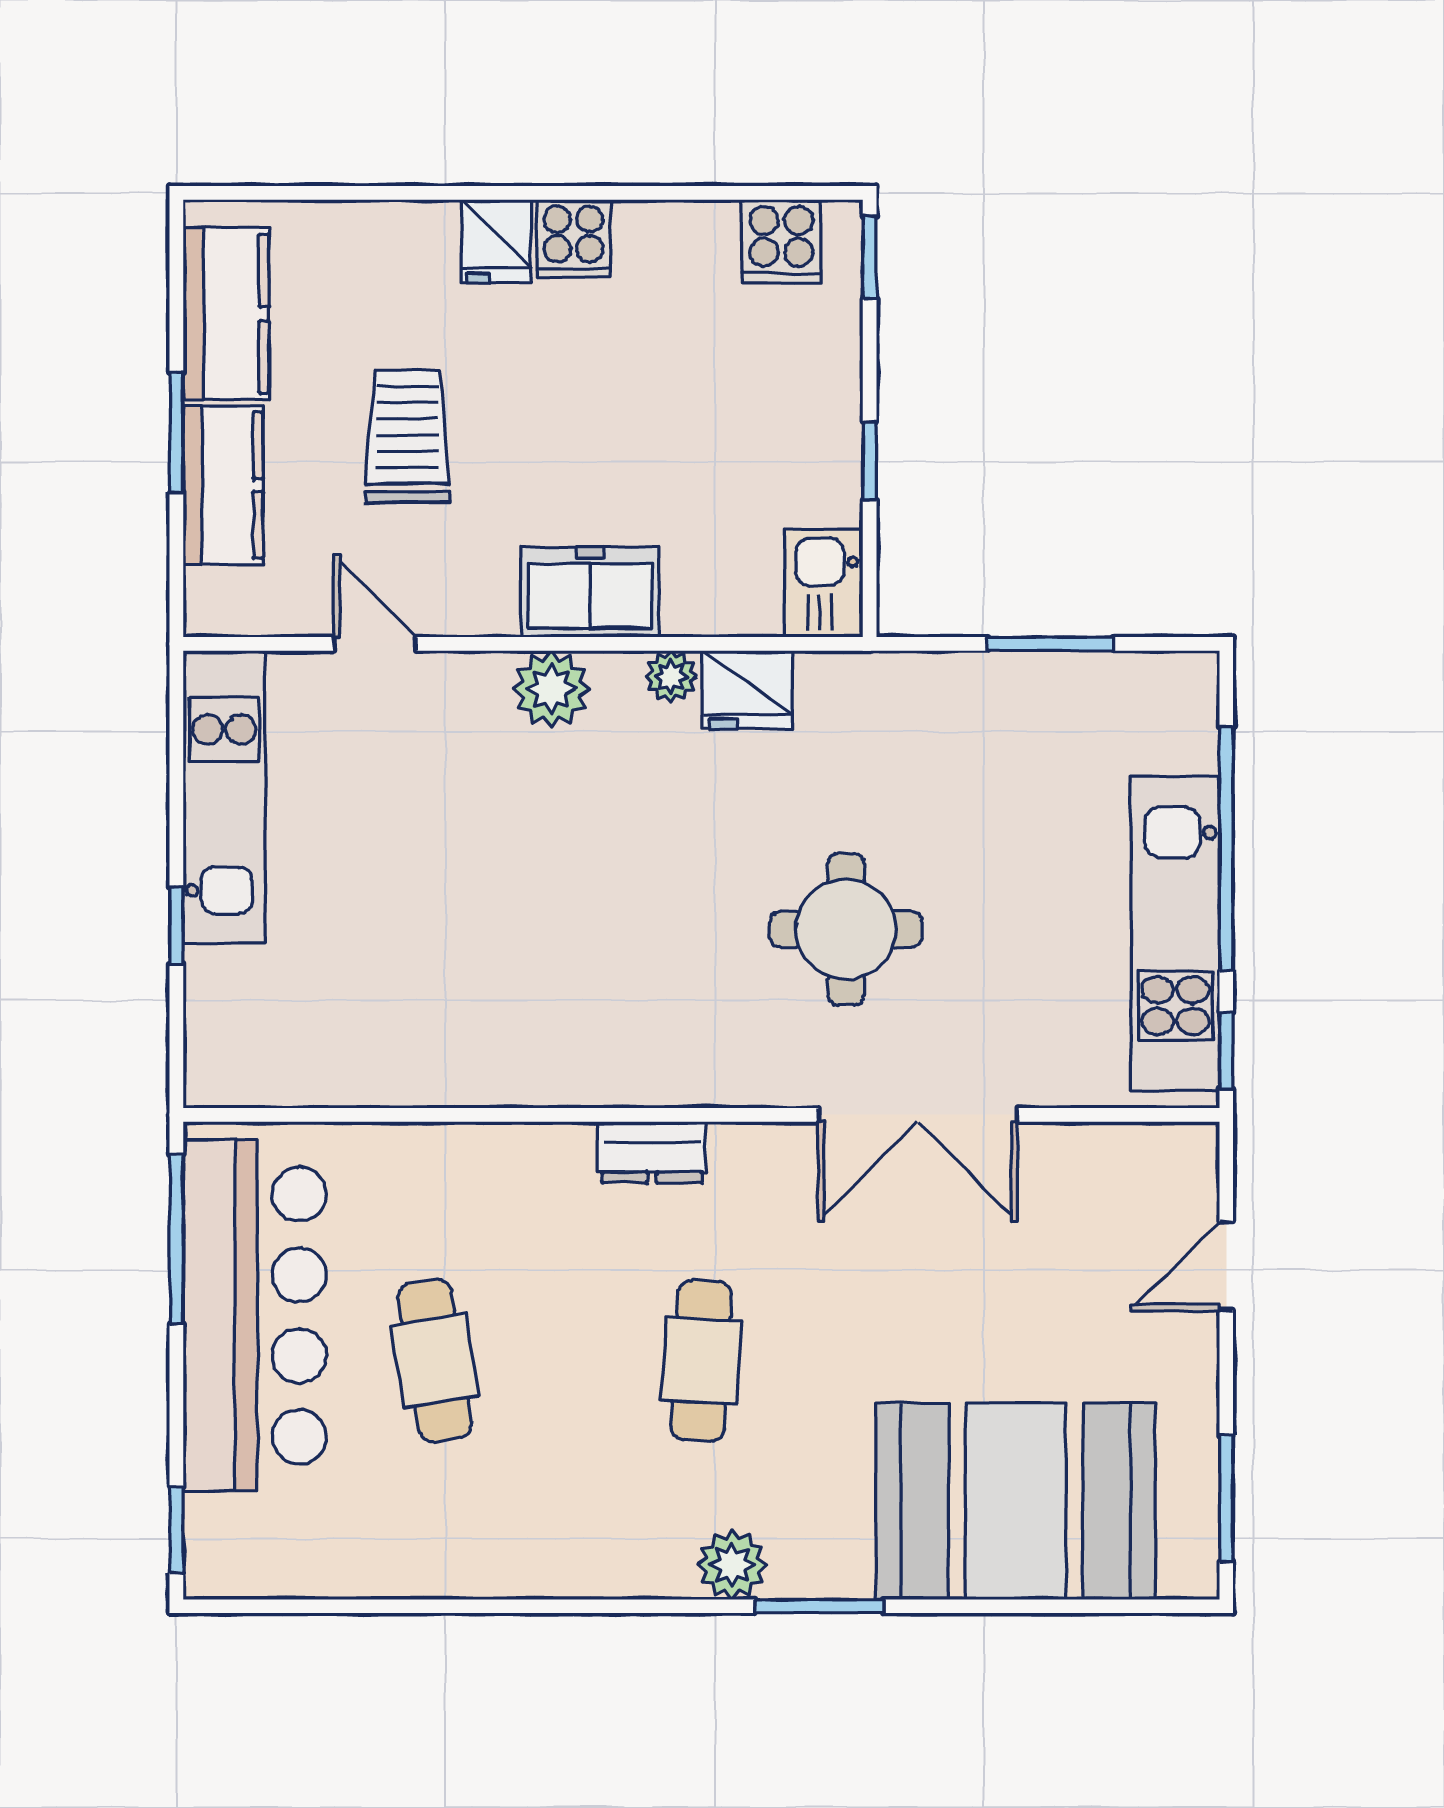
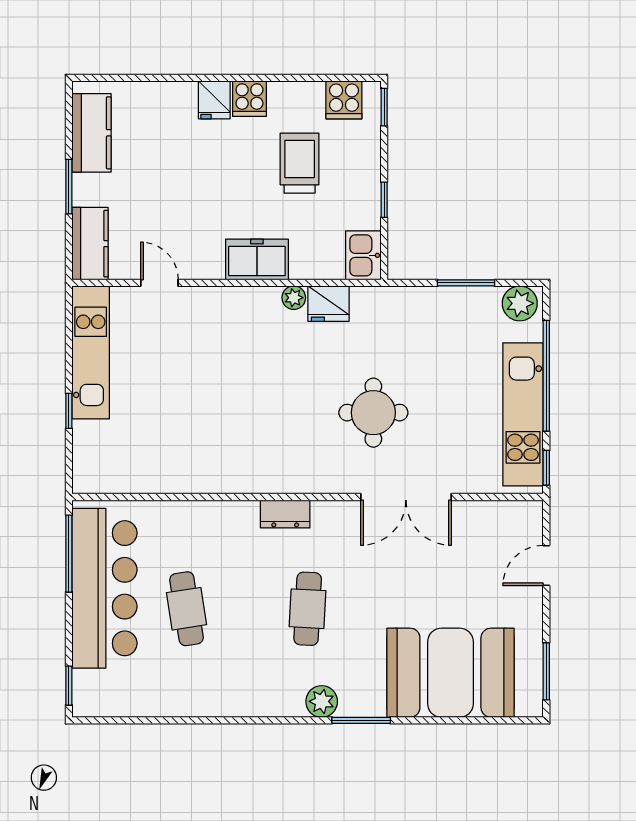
trolley: (407, 436) -> (300, 163), moved
kitchen counter: (223, 485) -> (90, 244), moved
plant: (551, 689) -> (520, 303), moved

